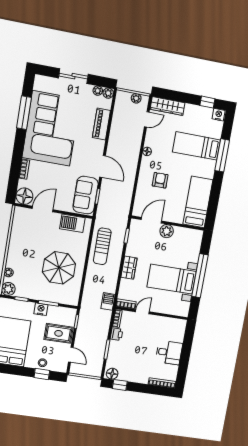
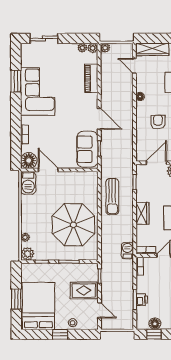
sliding door: (73, 76) -> (44, 38), moved
plant: (136, 98) -> (105, 48), moved
window: (24, 113) -> (16, 81), width x0.69
door: (147, 119) -> (134, 66), swing flipped
corner sofa: (51, 128) -> (38, 91), width x0.73, depth x0.74
door: (43, 209) -> (48, 170), hinge flipped
barbecue: (72, 223) -> (28, 183), moved, turned -90
parasol: (59, 268) -> (73, 225), width x1.36, depth x1.36
nightstand: (41, 309) -> (62, 269), removed
printer: (116, 334) -> (142, 300), moved
window: (42, 374) -> (60, 334), moved
floor lamp: (112, 374) -> (155, 324), moved

